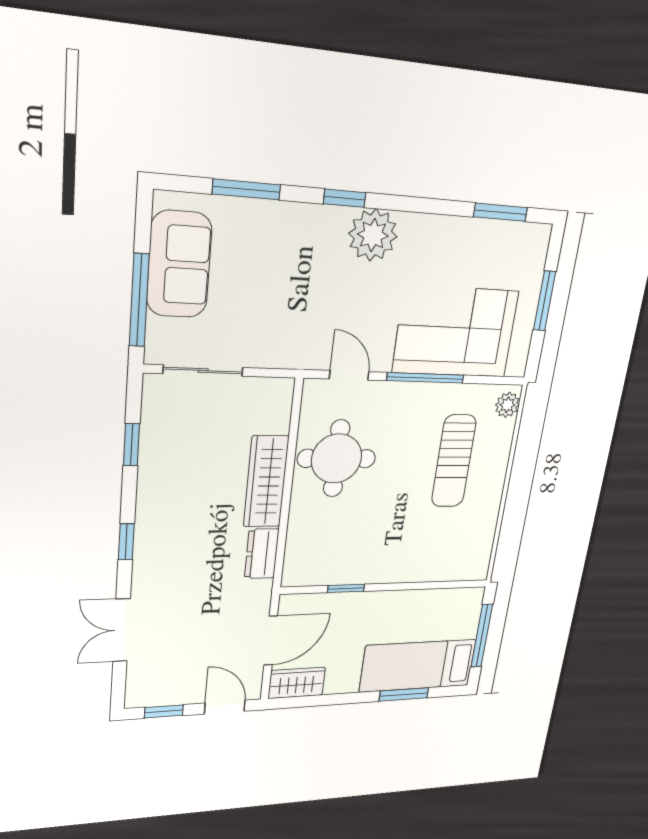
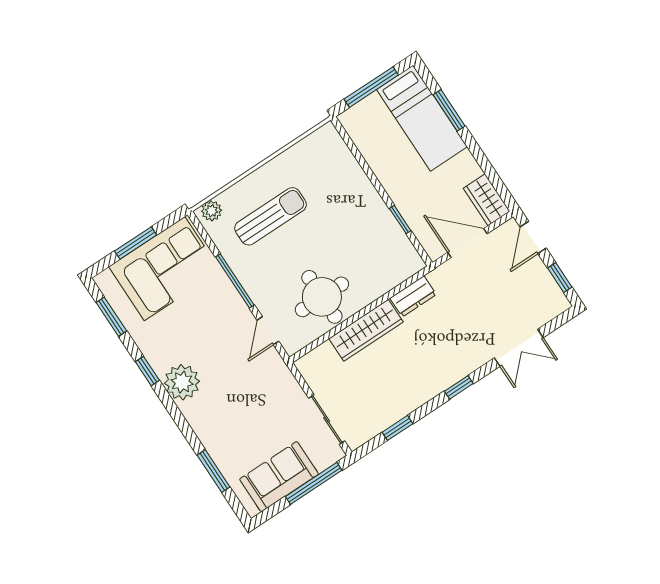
window: (345, 198) -> (147, 371), moved
corner sofa: (456, 332) -> (165, 269), moved, turned -90

